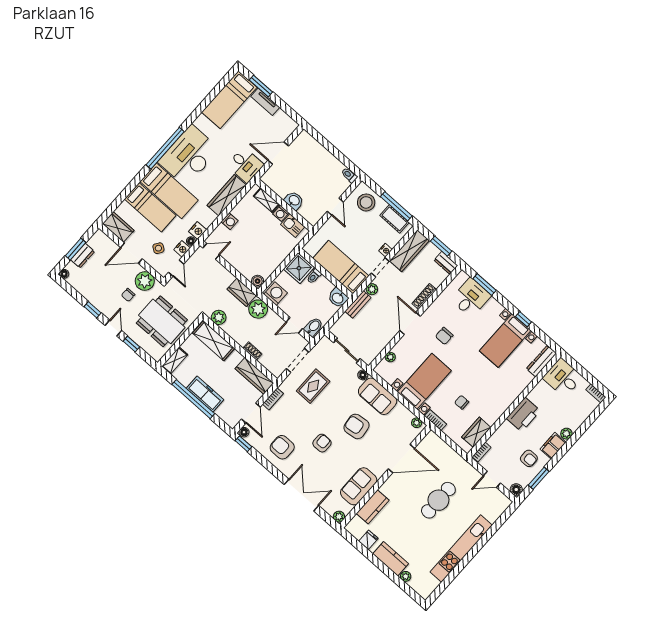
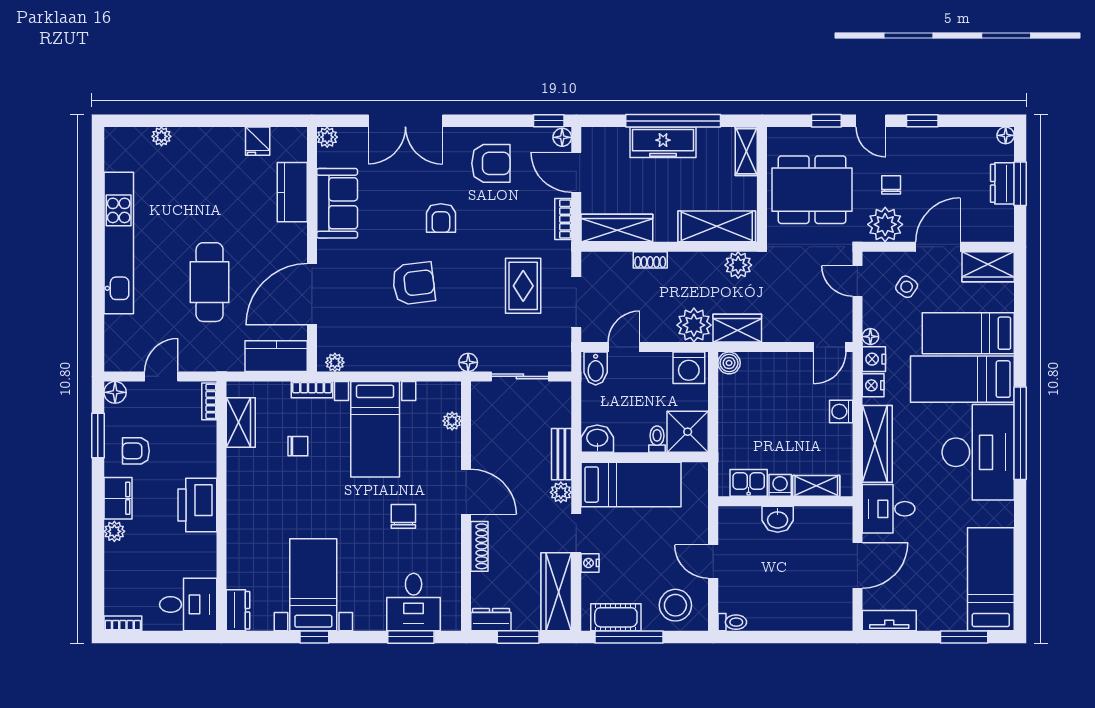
tv unit: (265, 102) -> (889, 621), moved
nightstand: (182, 249) -> (873, 385), moved
dresser: (541, 361) -> (238, 610), width x0.70
sofa: (378, 396) -> (421, 351), removed
kitchen counter: (391, 559) -> (276, 356), moved, turned 180

